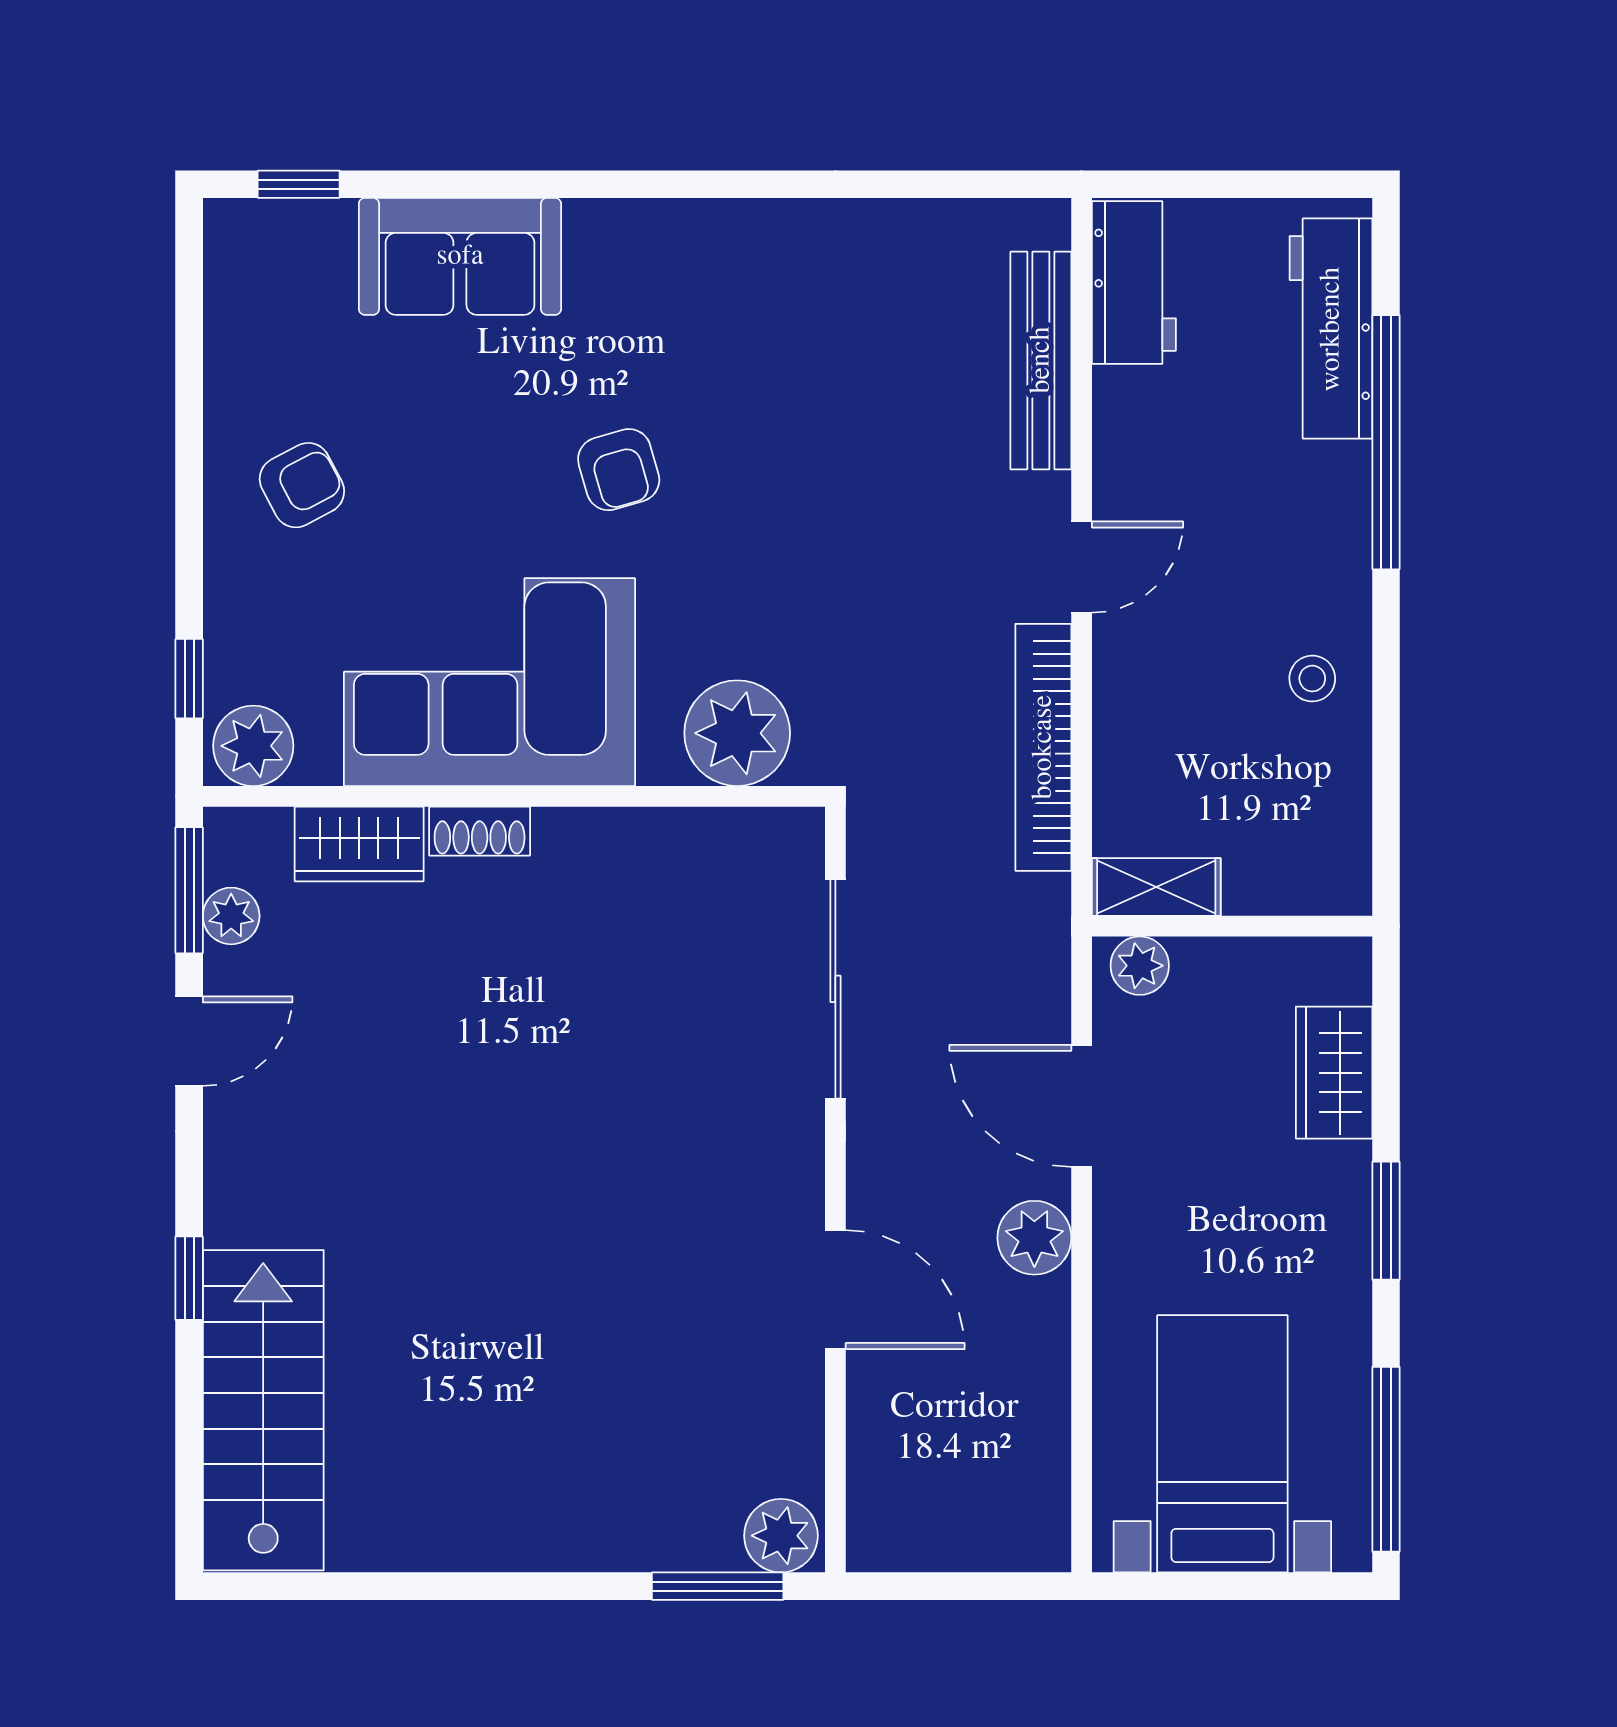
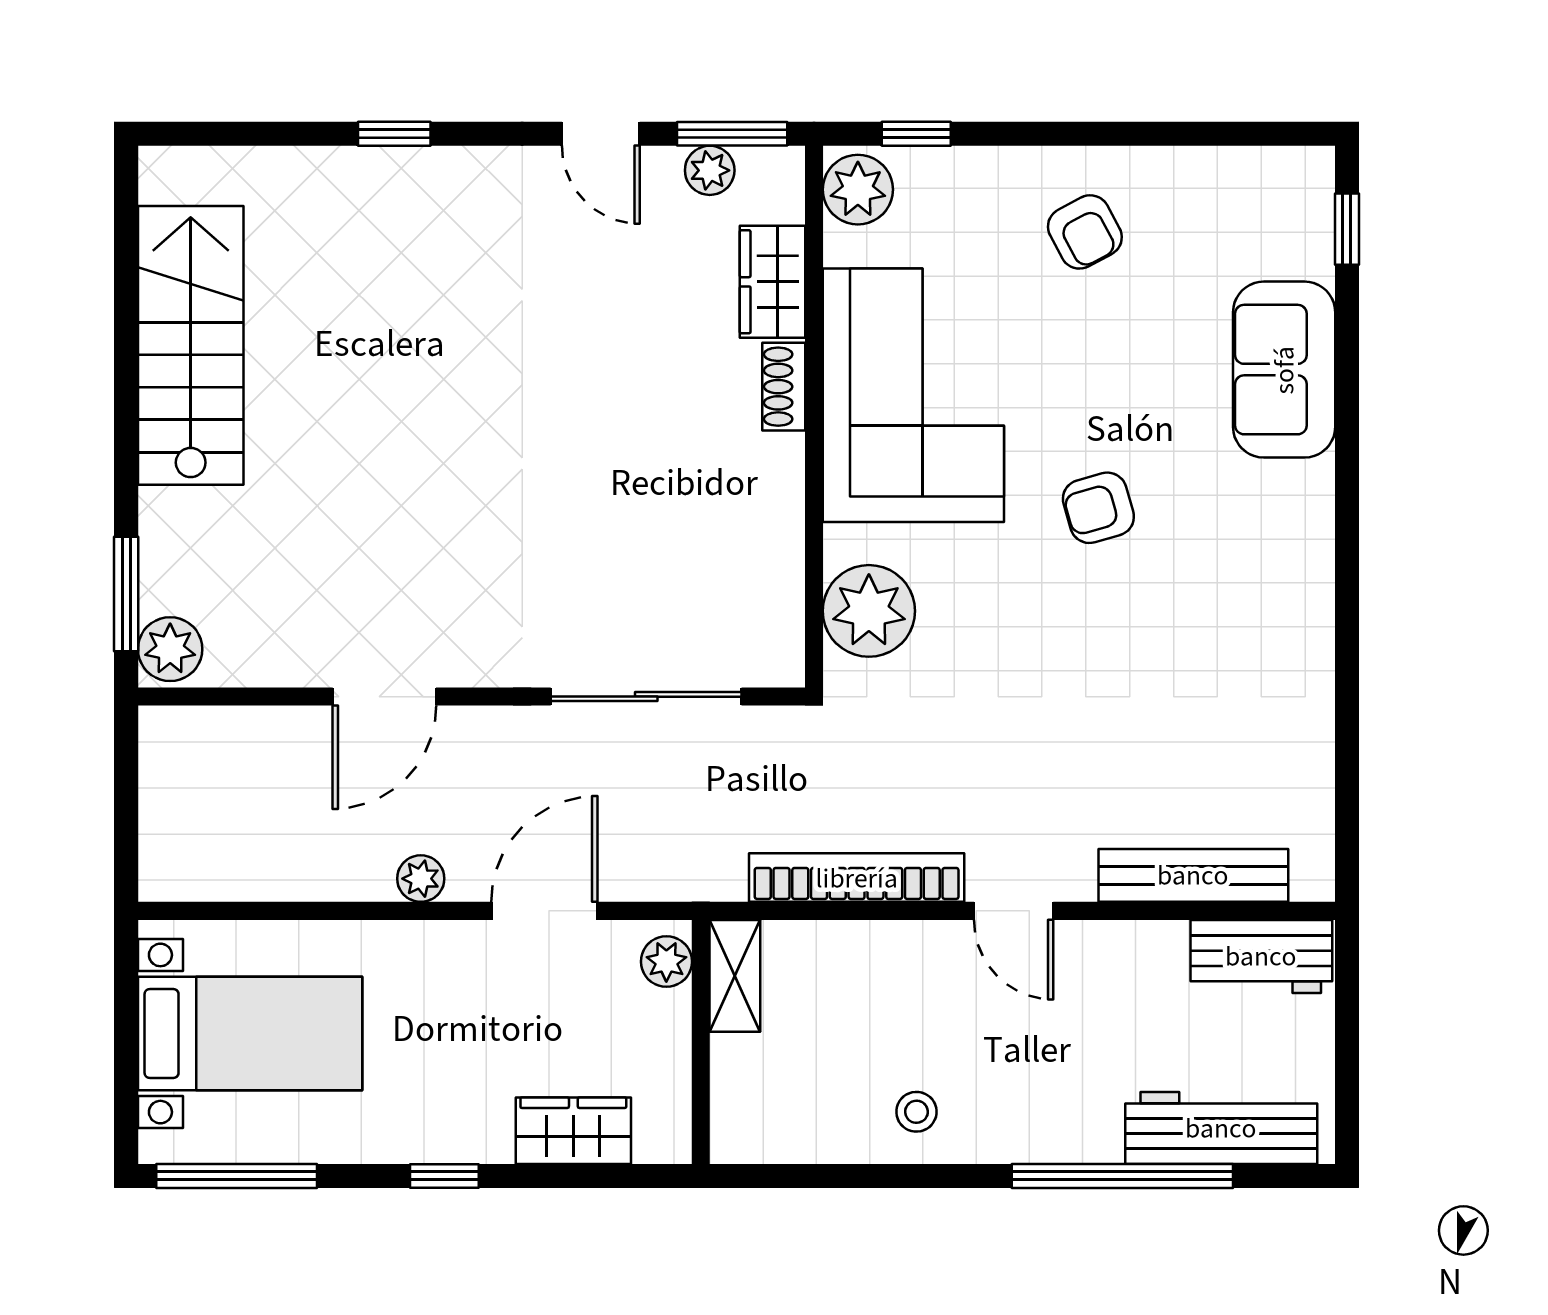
window: (1386, 1221) -> (444, 1176), width x0.67
plant: (1034, 1238) -> (421, 879), width x0.73, depth x0.73
stairs: (263, 1410) -> (191, 345), moved, turned -90

